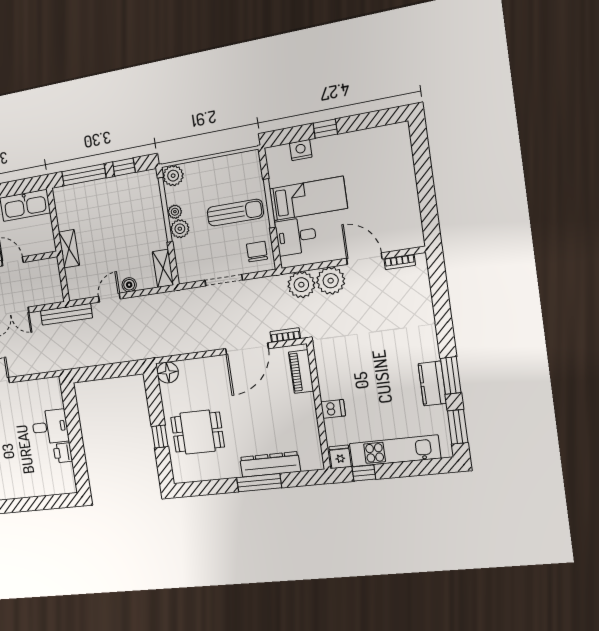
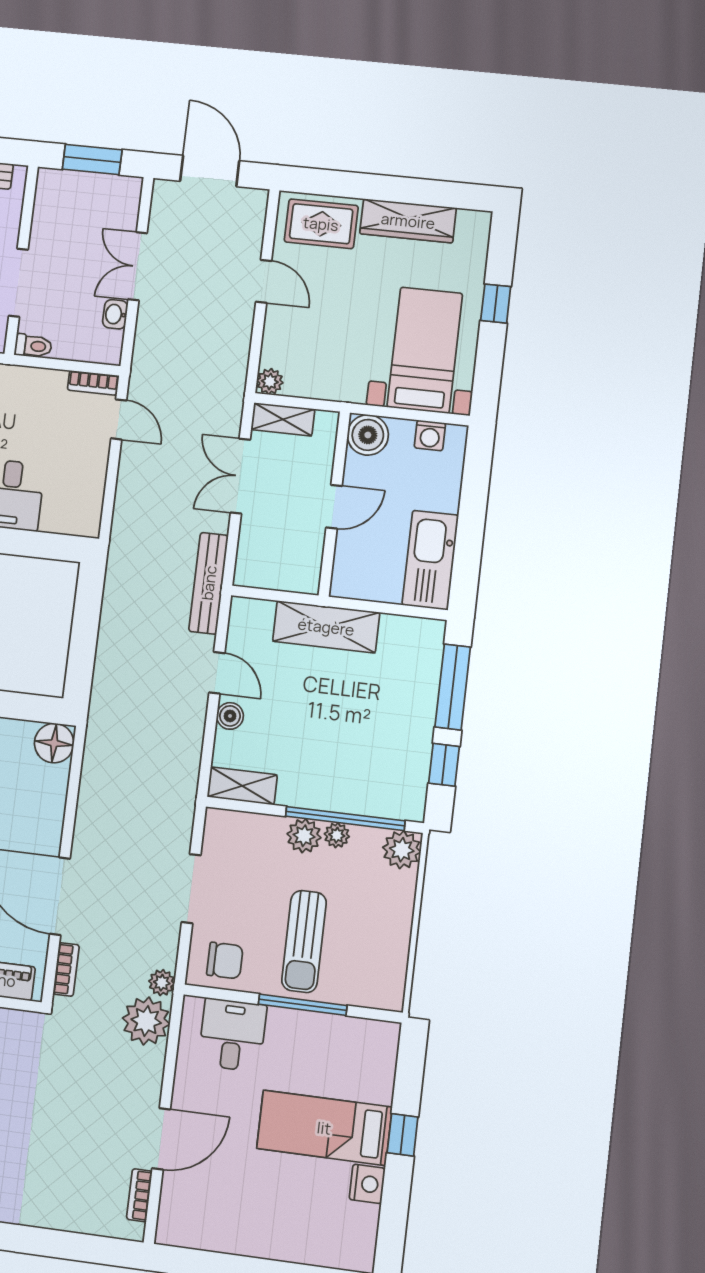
nightstand: (301, 150) -> (367, 1184), moved
bed: (308, 198) -> (324, 1128), moved, turned 90
shelving: (69, 249) -> (326, 627), width x1.50, depth x1.33
plant: (331, 281) -> (162, 983), moved, width x0.53, depth x0.53

